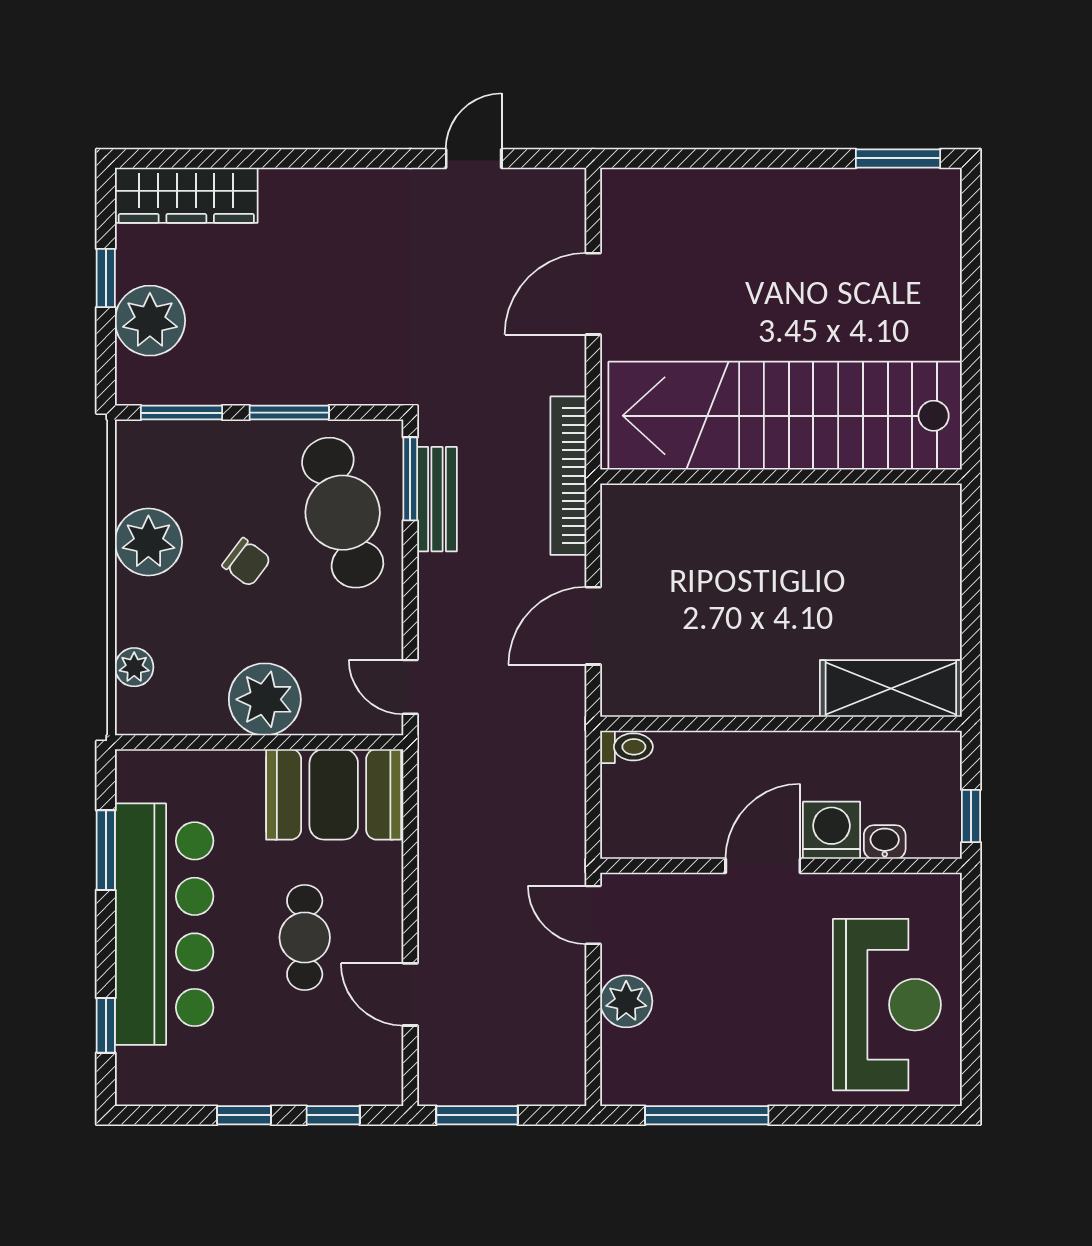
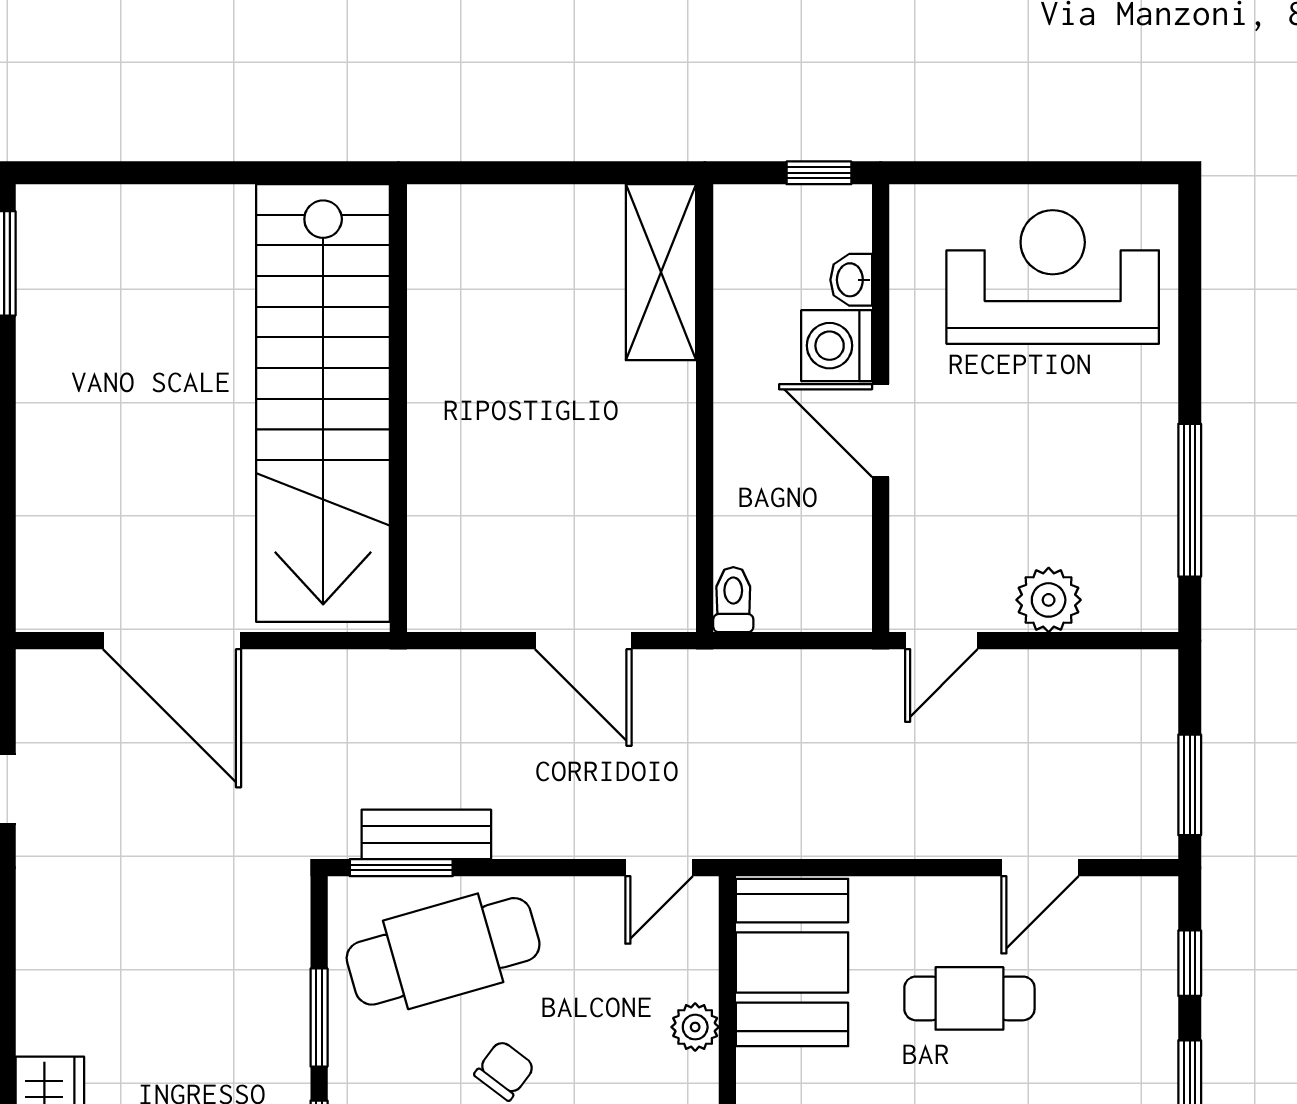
door: (593, 294) -> (172, 641), width x1.36
bookcase: (568, 476) -> (397, 672), removed
plant: (265, 699) -> (695, 1027), width x0.53, depth x0.53

